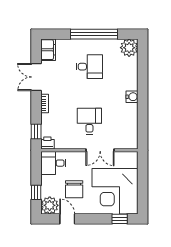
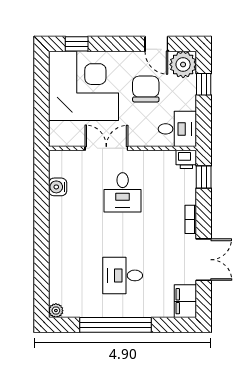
plant: (129, 48) -> (56, 311), width x0.53, depth x0.53
water cooler: (132, 97) -> (58, 187), moved

